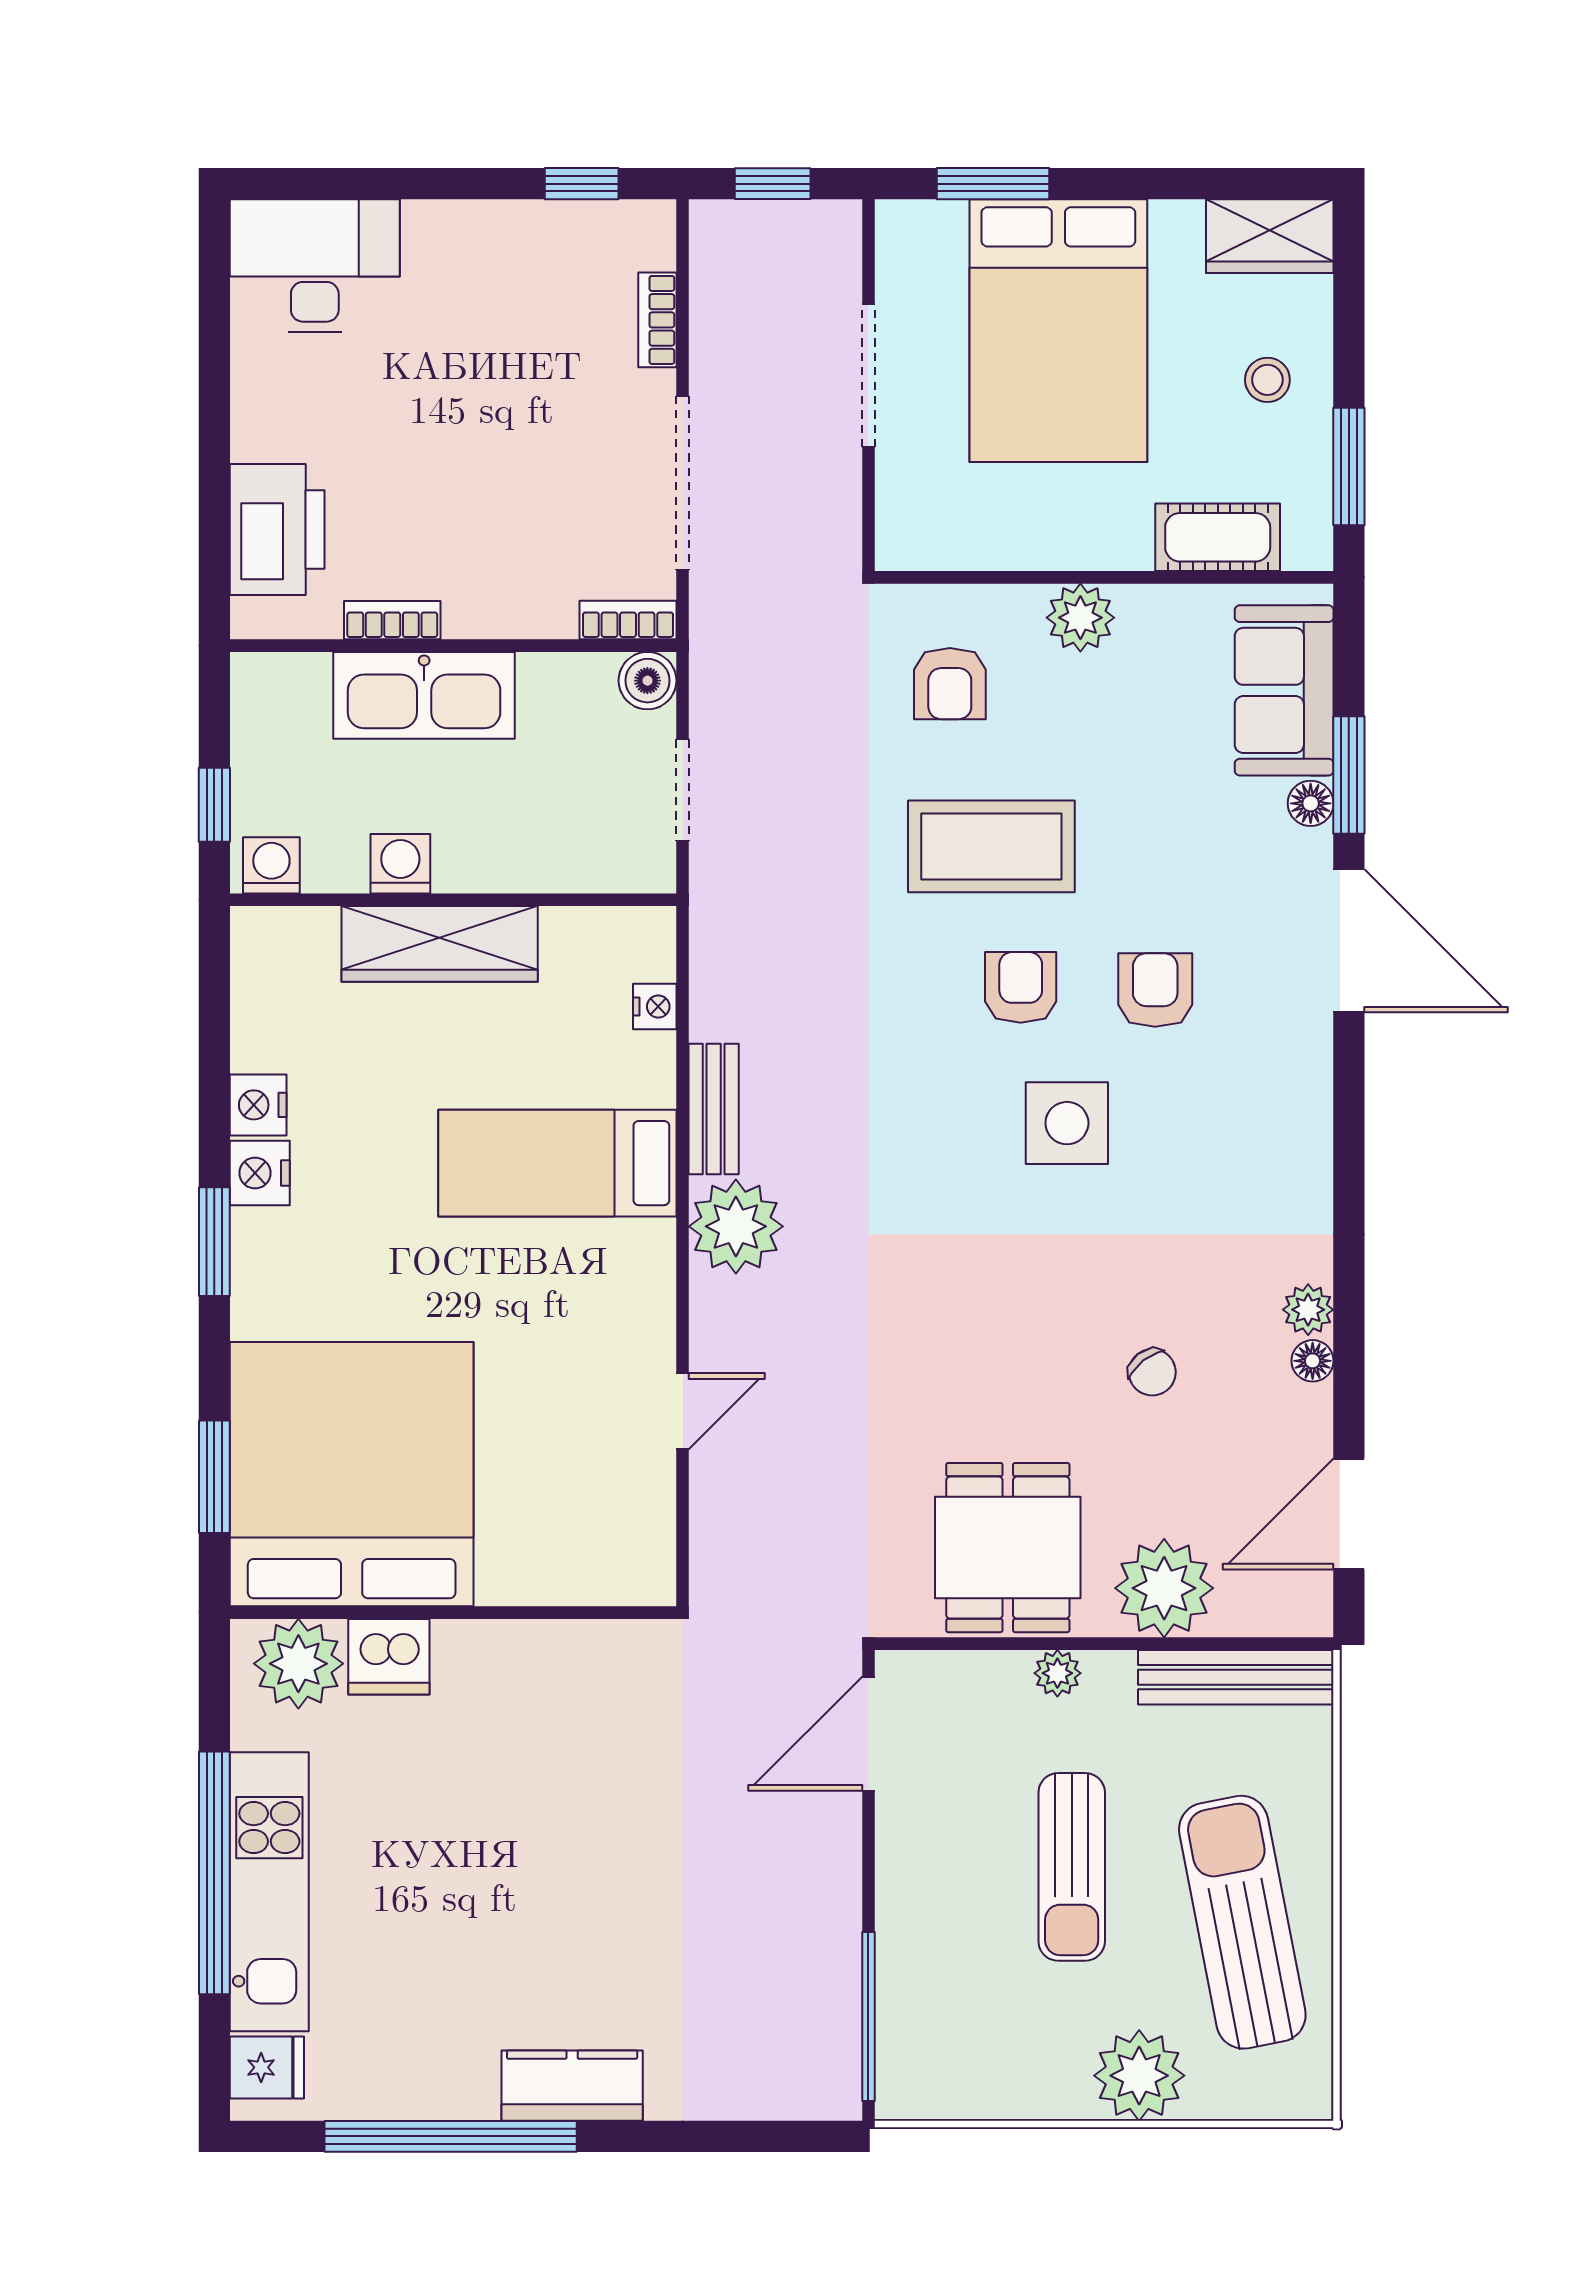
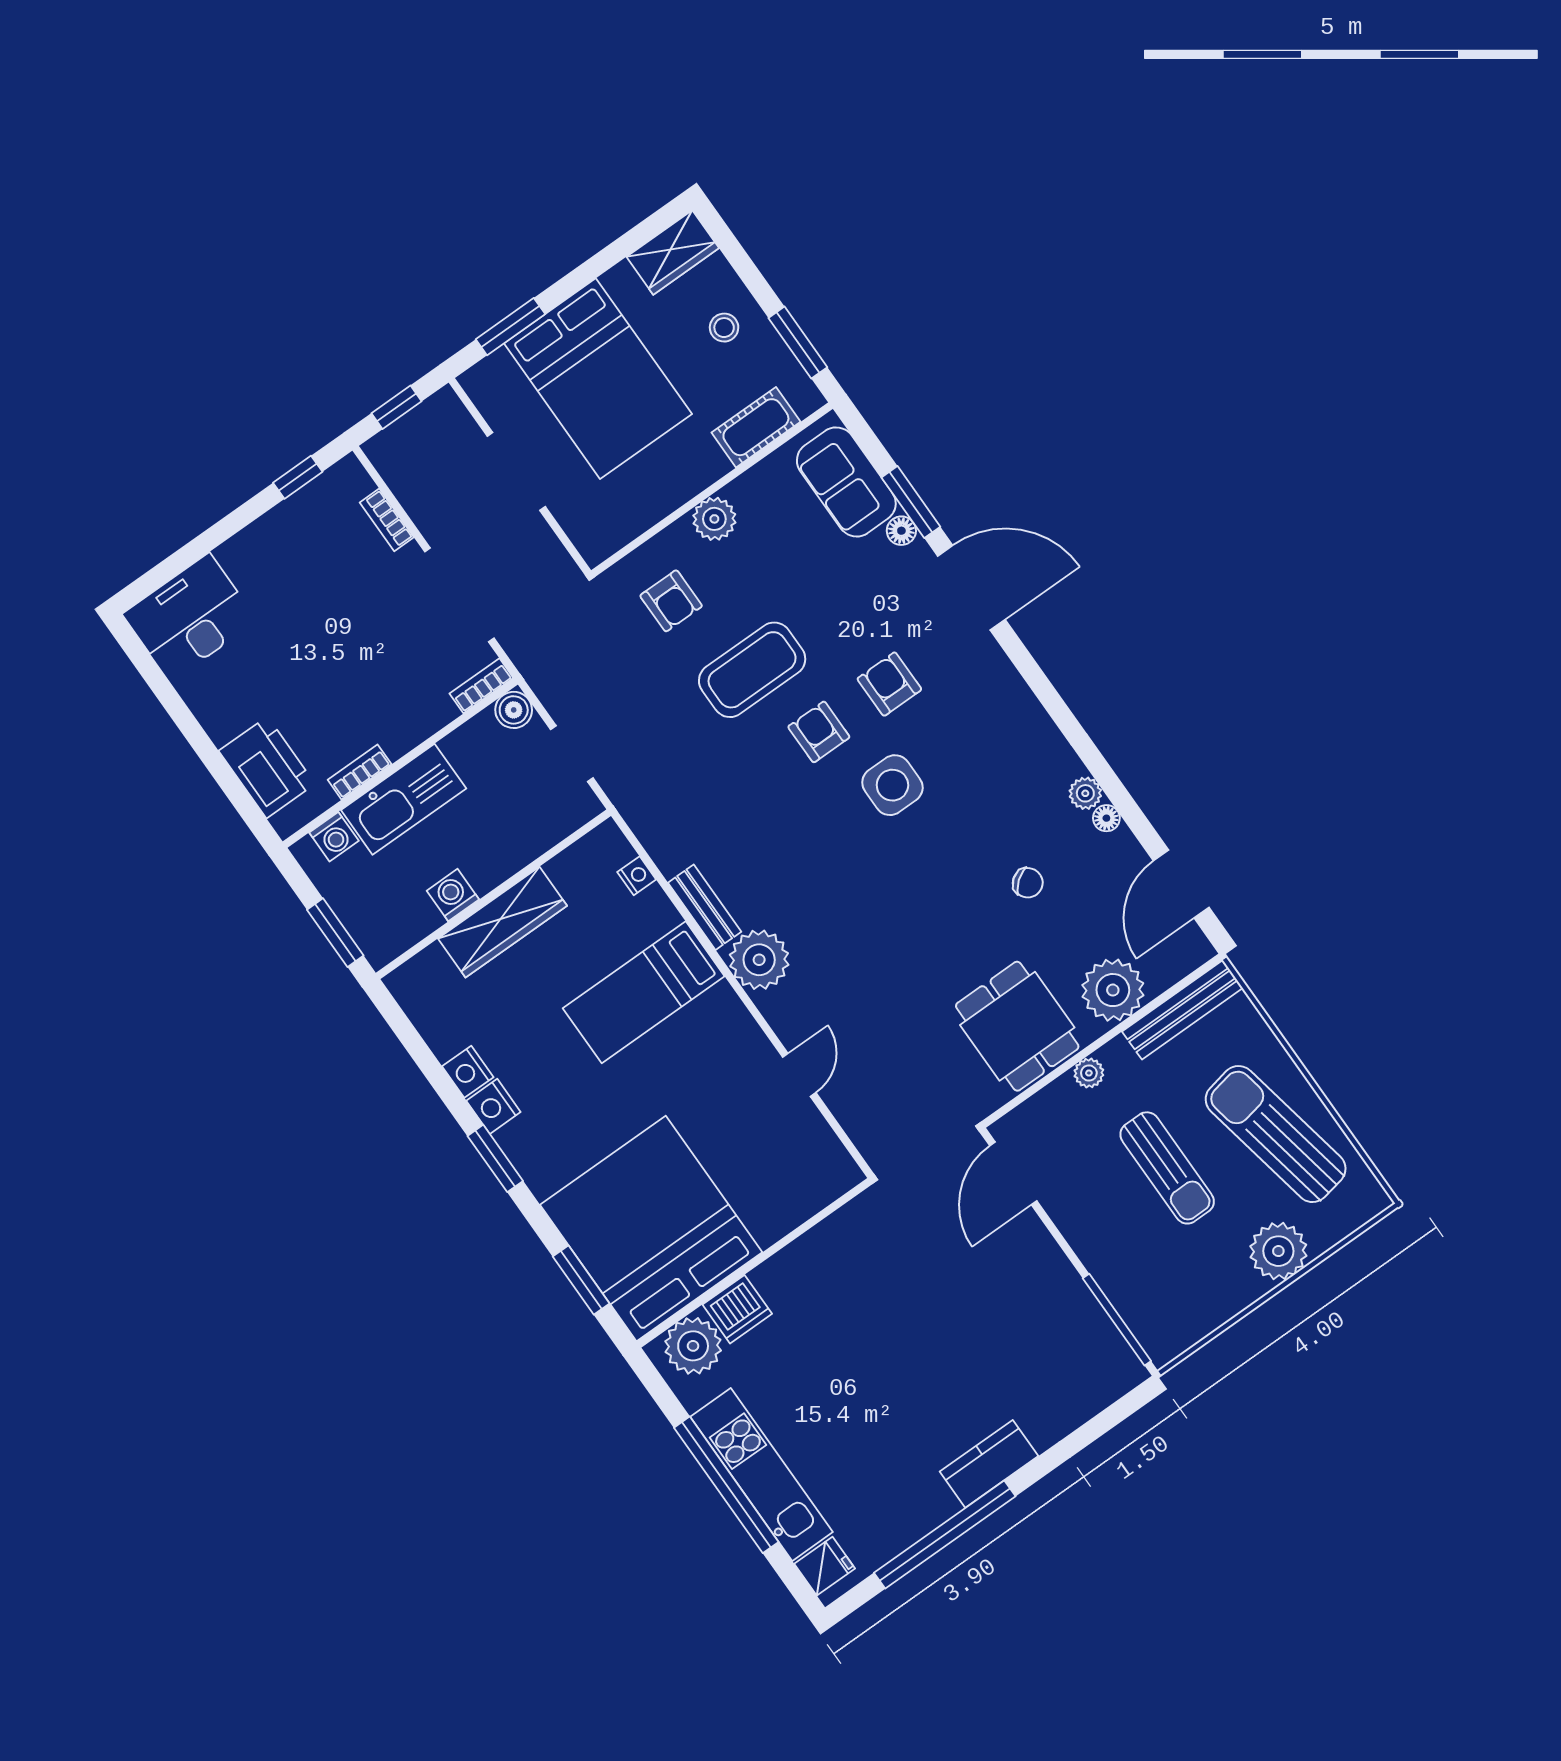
window: (214, 805) -> (335, 933), width x1.50
washing machine: (271, 865) -> (334, 837), moved, turned 180

